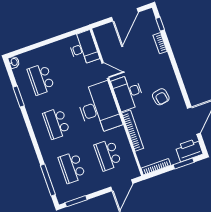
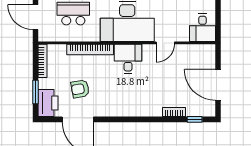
desk: (83, 48) -> (203, 28), width x0.73
desk: (128, 92) -> (128, 59), width x0.73
armchair: (161, 97) -> (80, 89), moved

